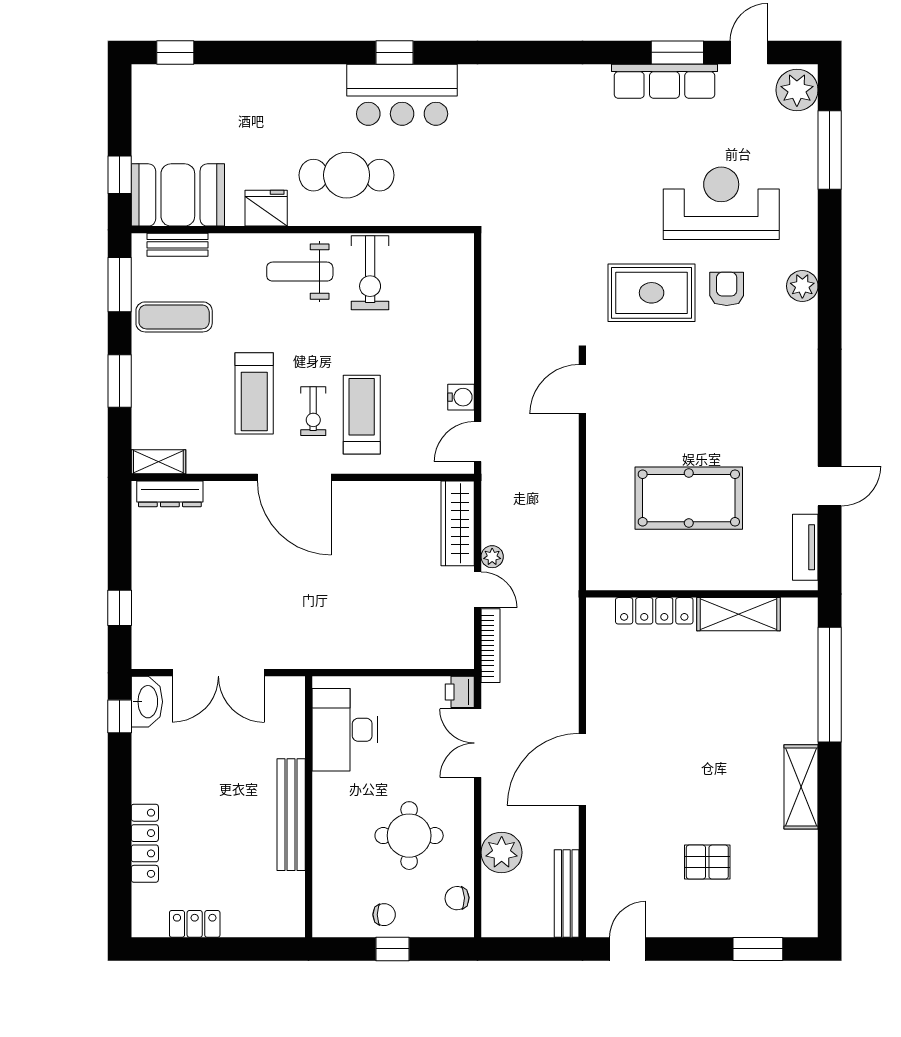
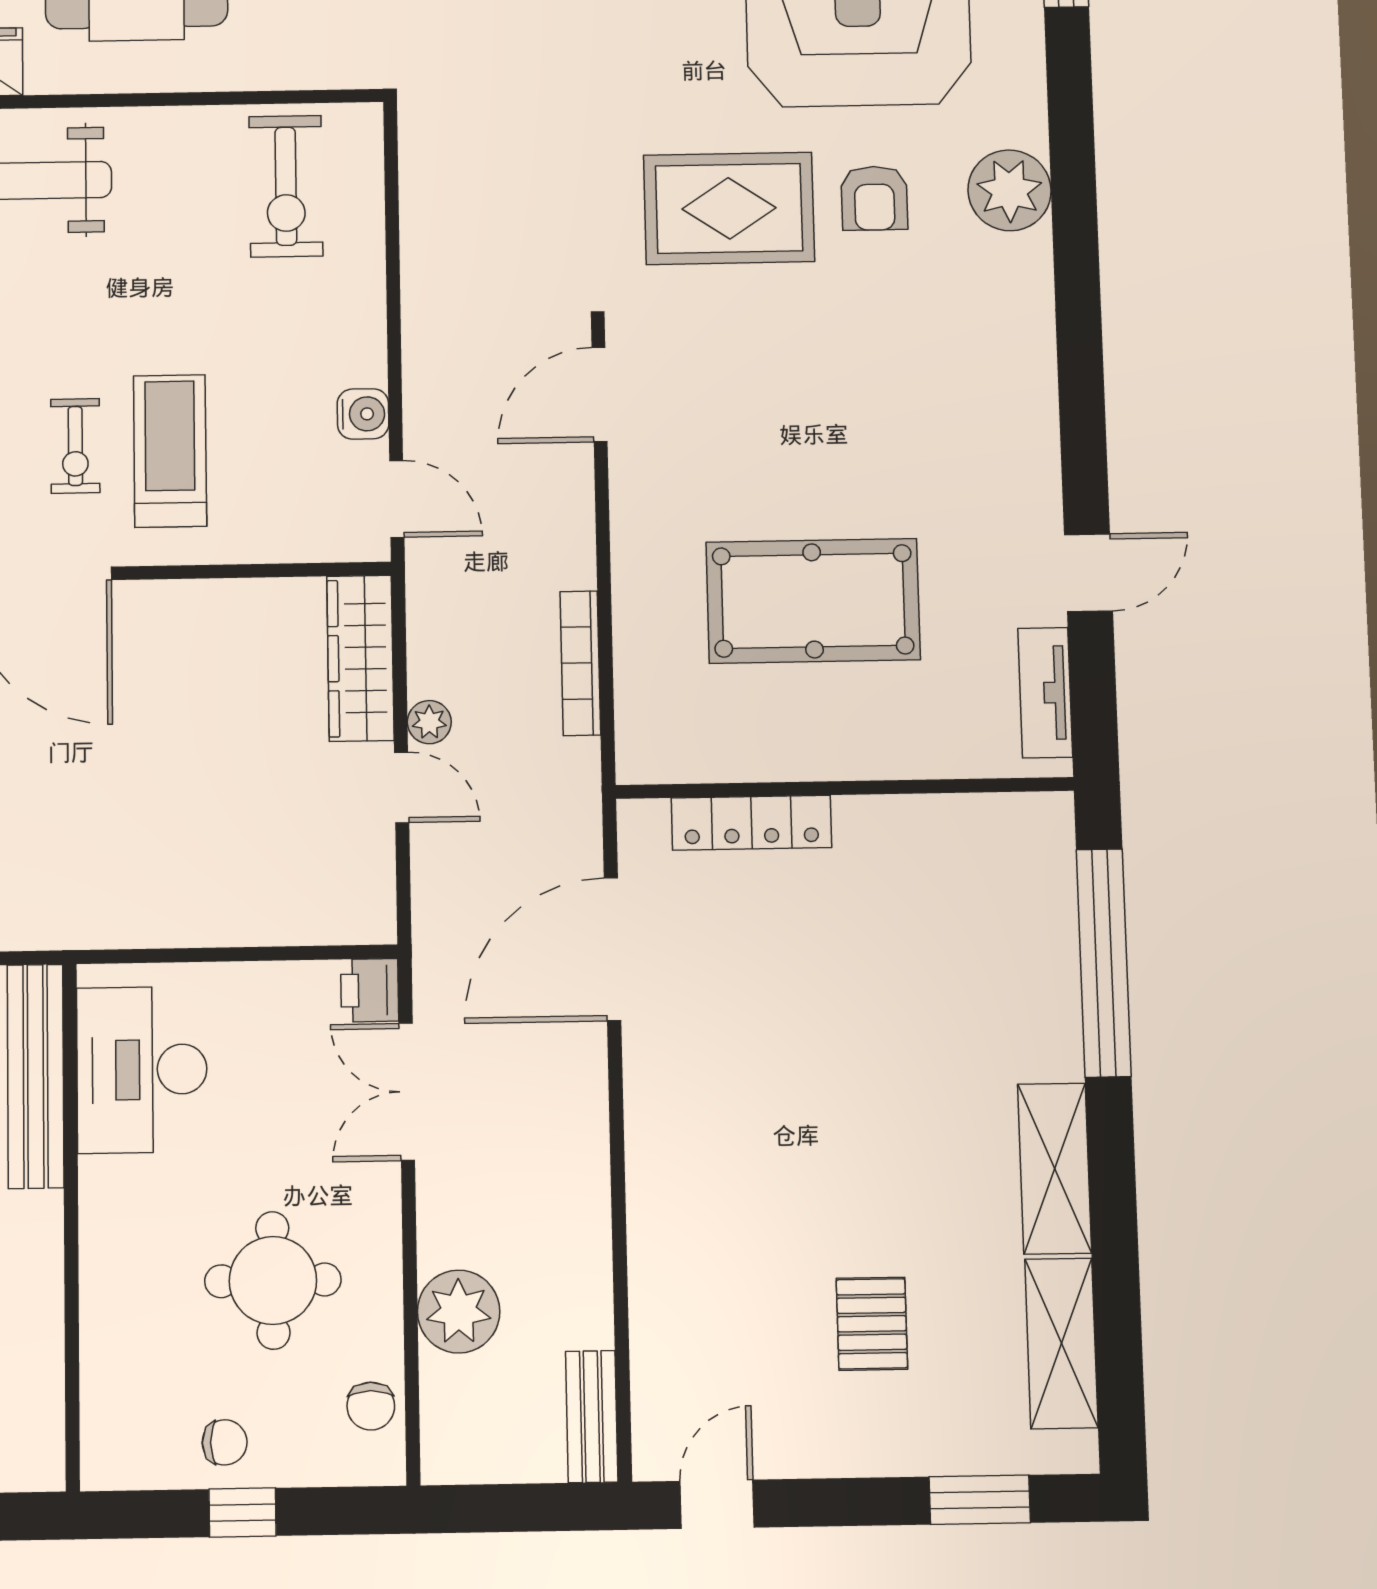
exercise bike: (370, 273) -> (286, 186), moved
plant: (802, 286) -> (1010, 190), width x1.36, depth x1.36
armchair: (727, 289) -> (874, 198), turned 180
door: (478, 442) -> (397, 499), swing flipped
shelving: (738, 614) -> (1061, 1343), moved, turned 90
bookcase: (491, 646) -> (580, 663), moved, turned 180
door: (582, 769) -> (613, 949), moved
bench: (291, 815) -> (36, 1076), moved
pallet: (707, 862) -> (872, 1324), turned 90
bench: (567, 893) -> (592, 1417), width x0.73
chair: (457, 898) -> (371, 1406), turned -88

